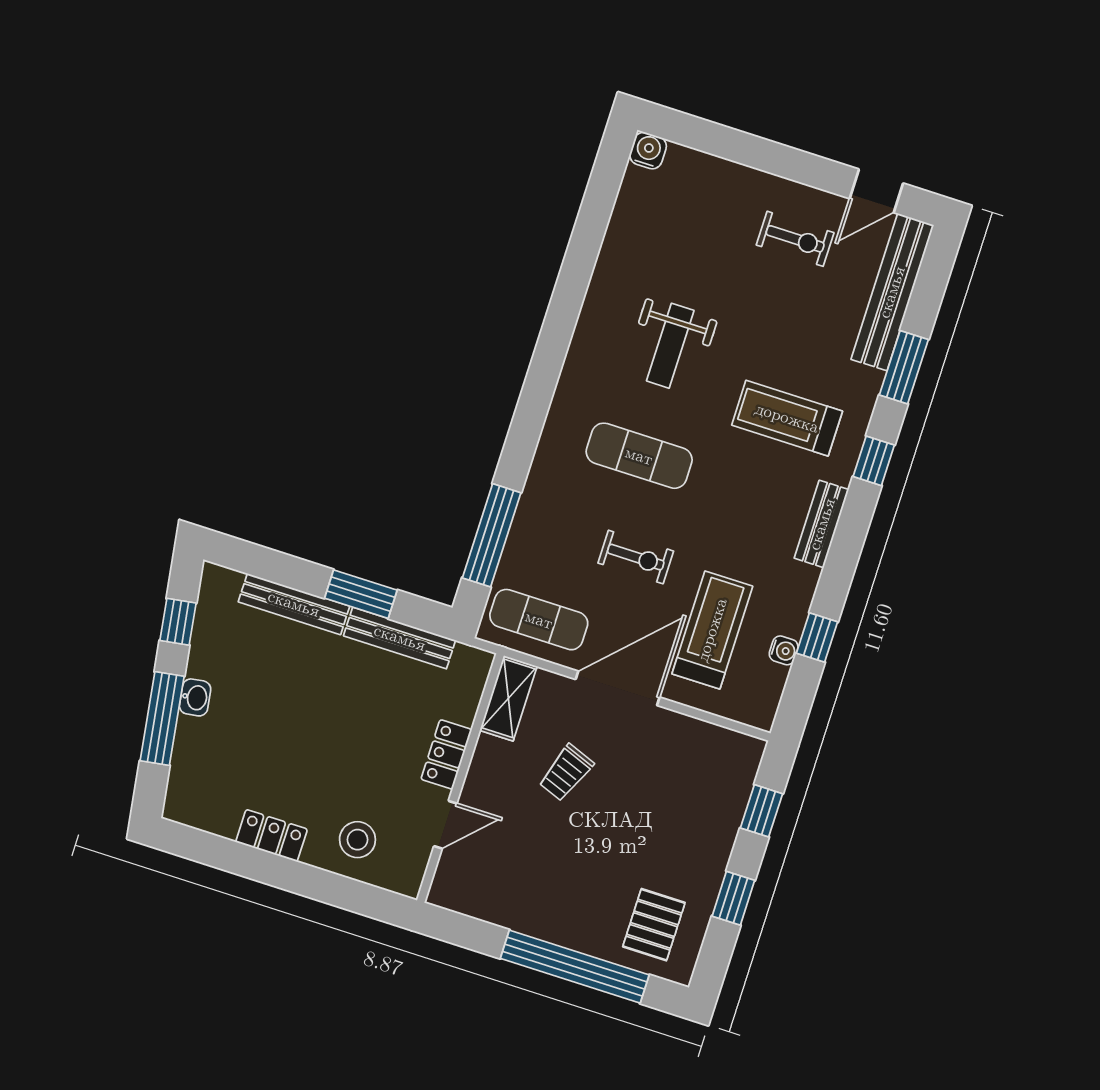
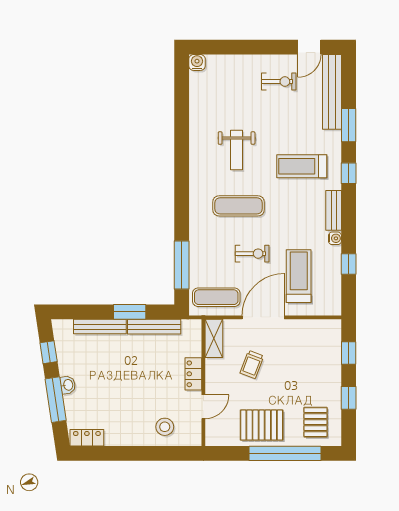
water cooler: (784, 650) -> (335, 238), moved
locker: (272, 836) -> (87, 438), moved
pallet: (547, 897) -> (262, 425), added

